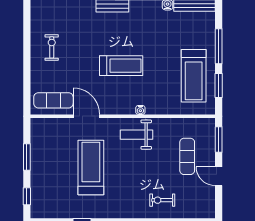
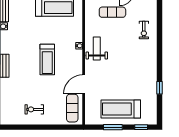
treadmill: (121, 66) -> (47, 60), turned 180
weight bench: (137, 135) -> (97, 49), turned 180
treadmill: (91, 167) -> (121, 109), moved

